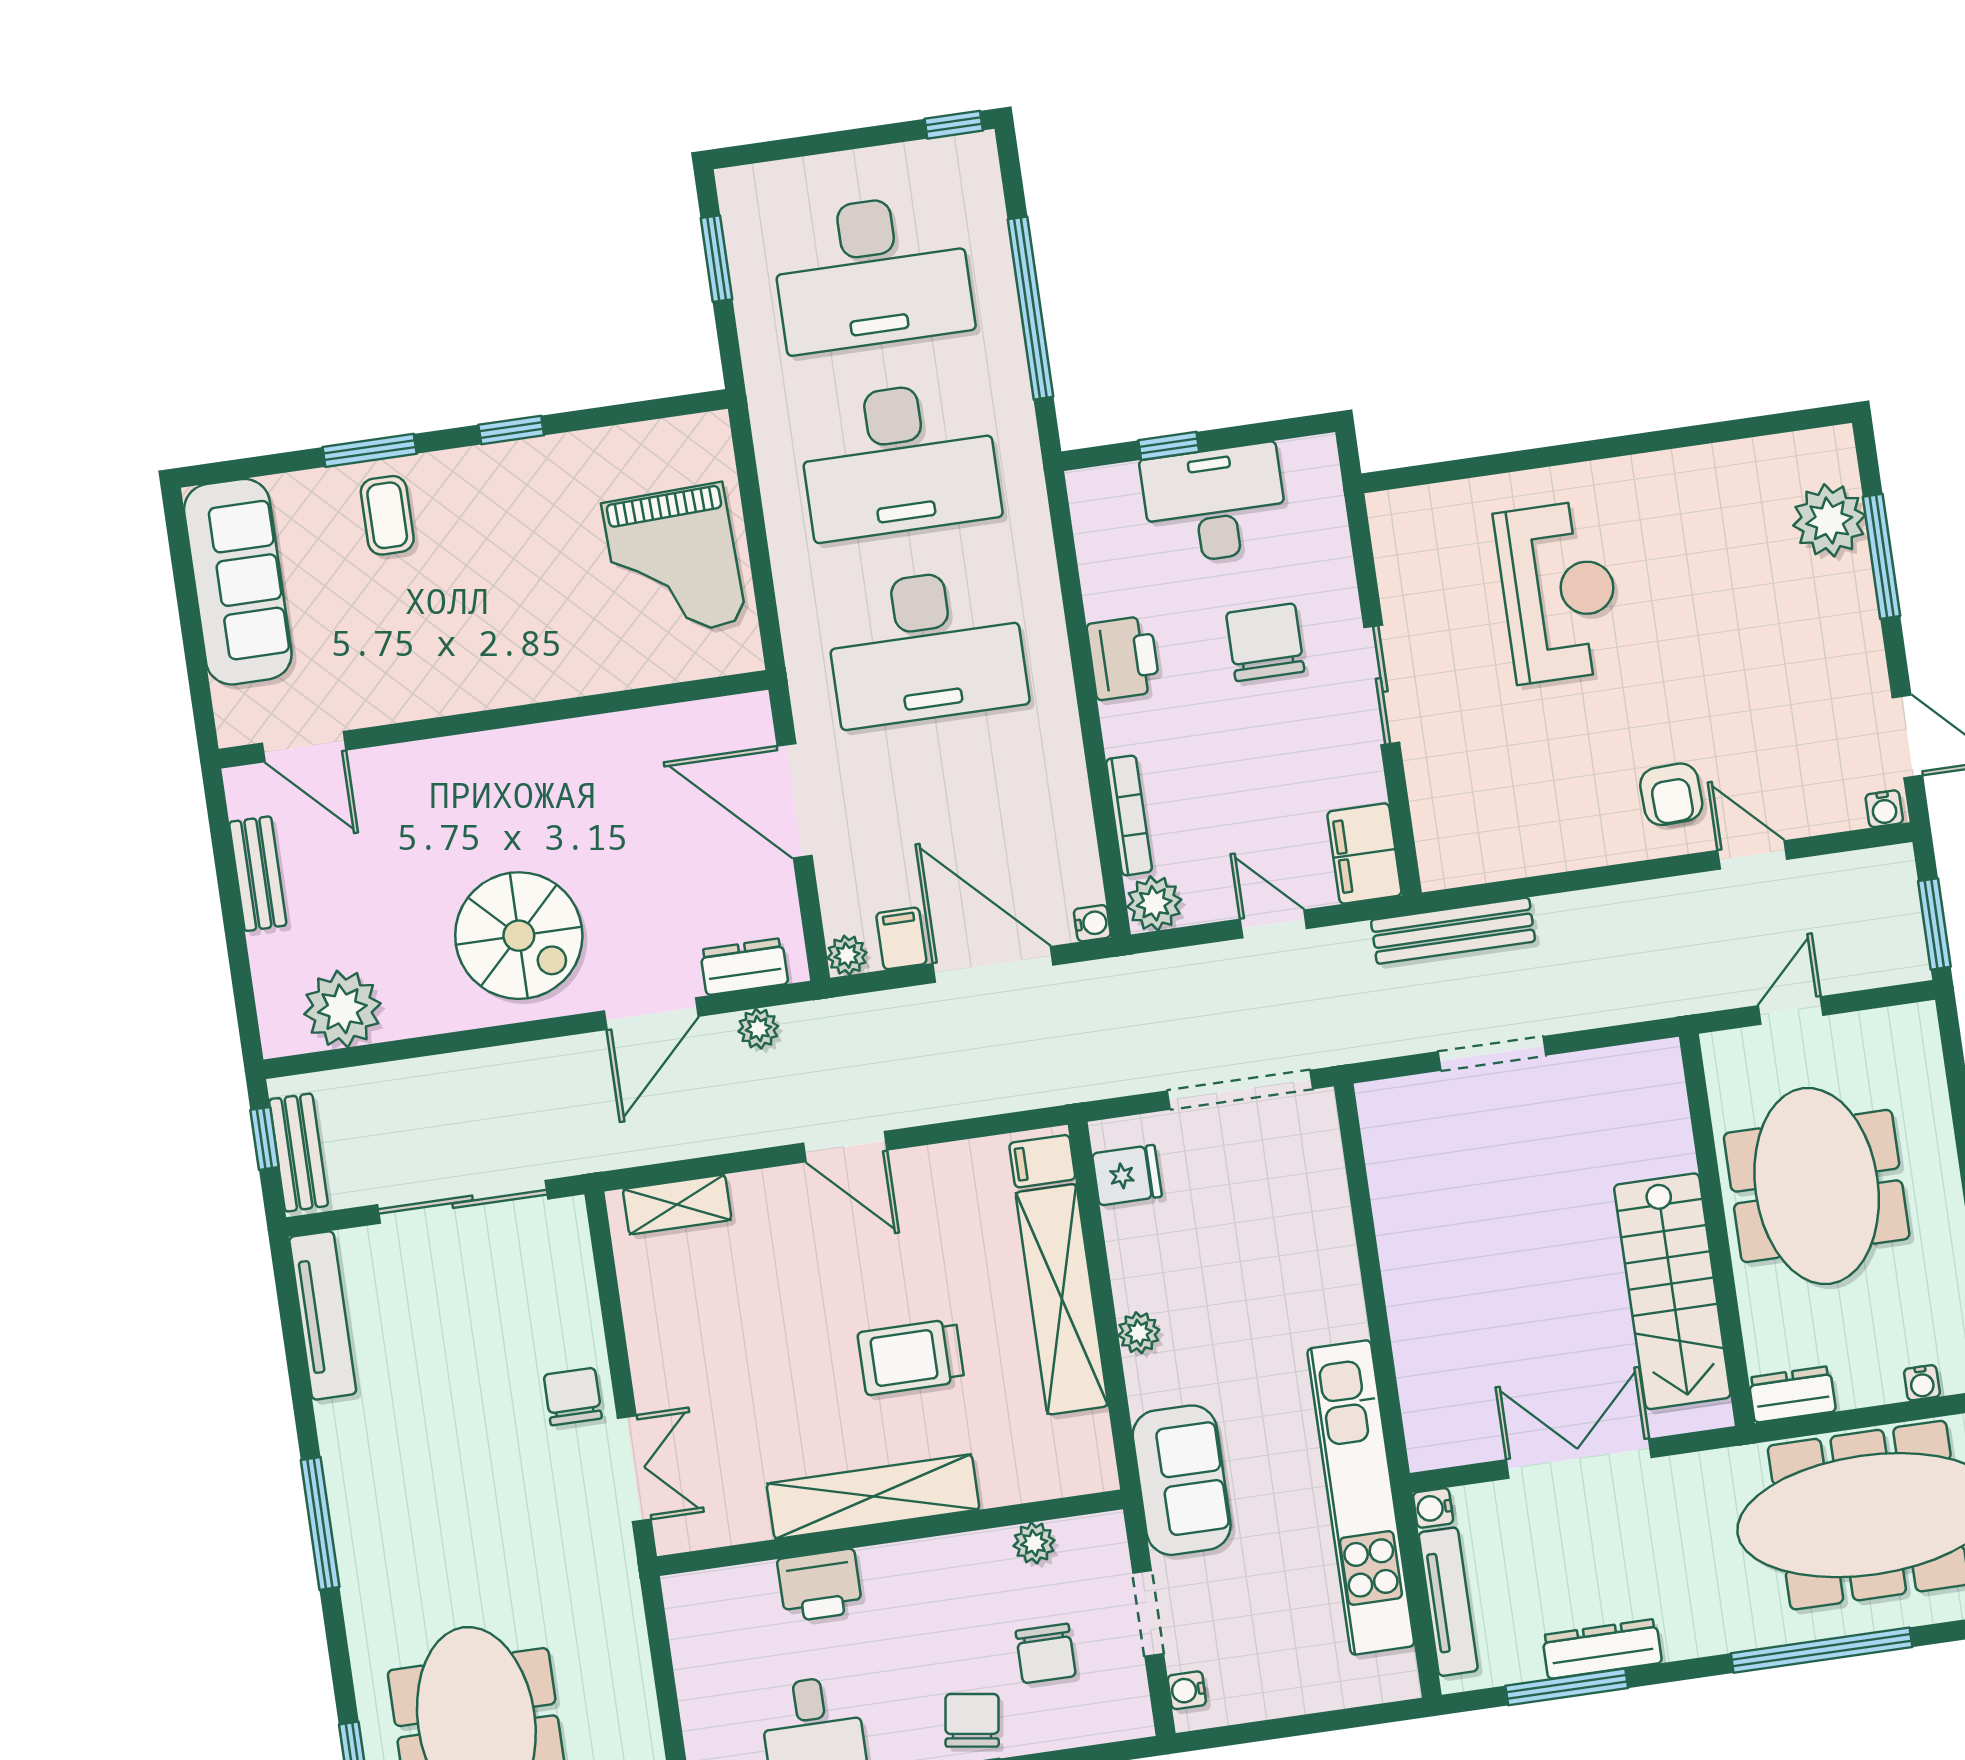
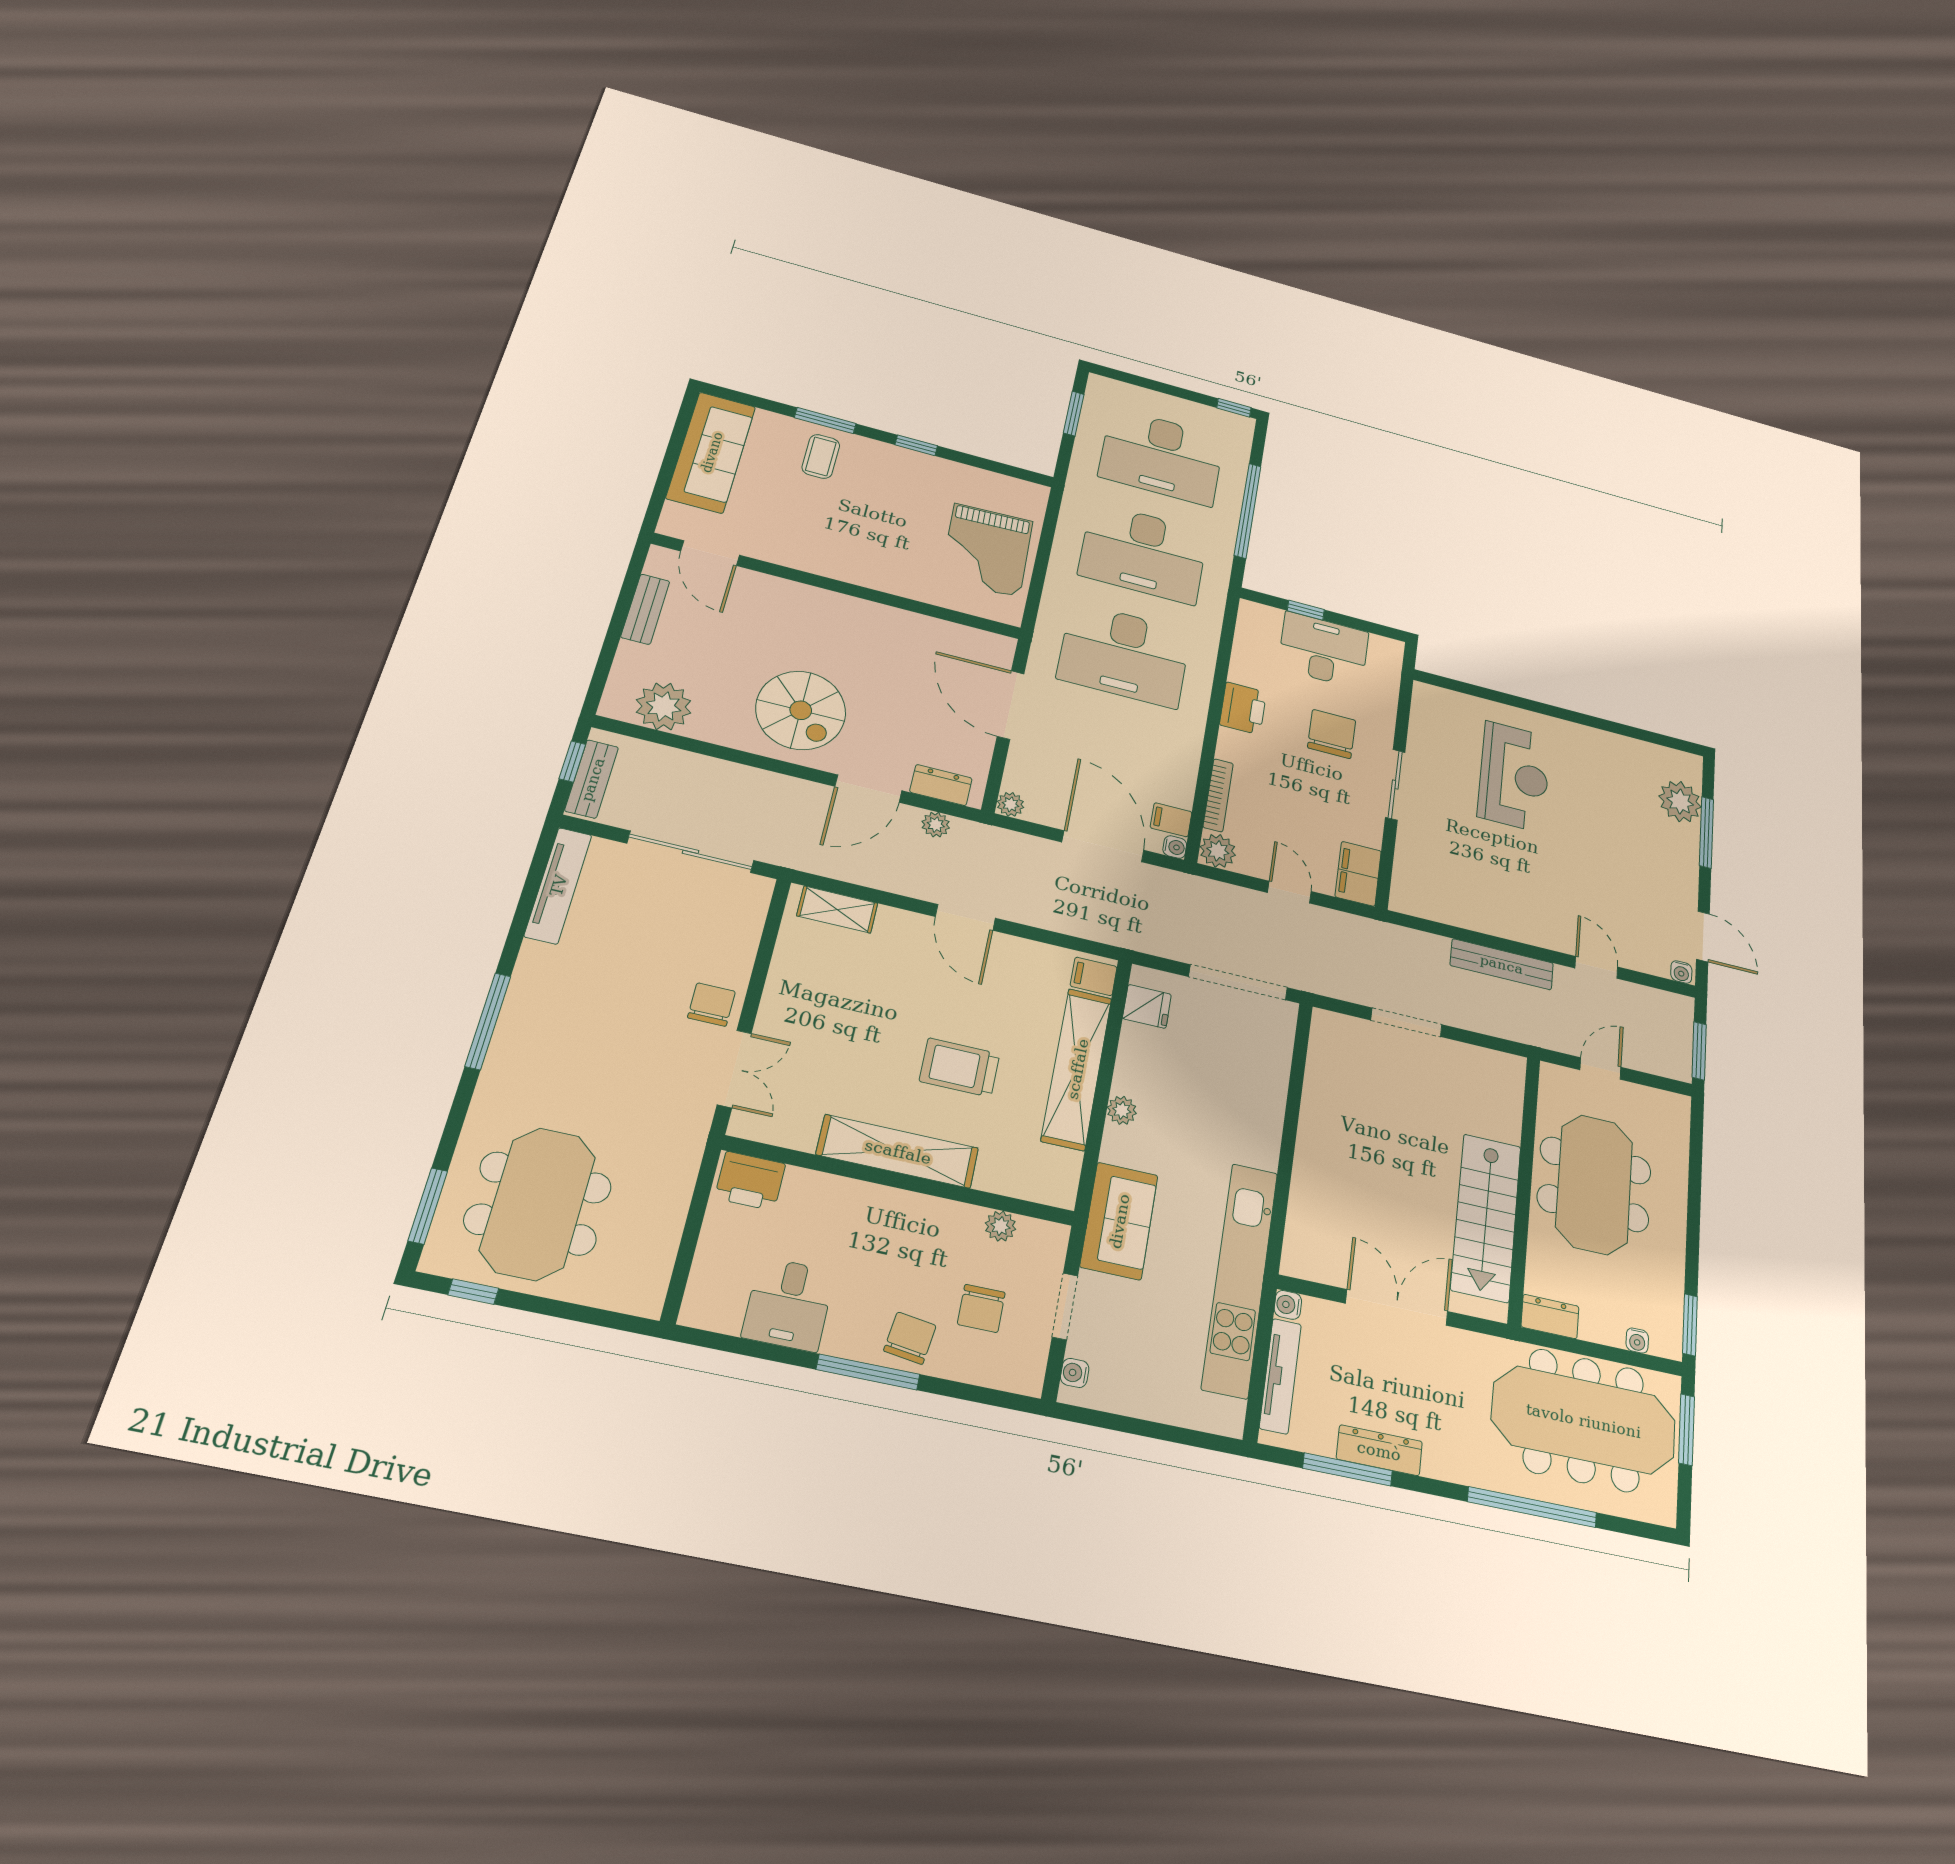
armchair: (1671, 794) -> (1555, 914), removed
bench: (1453, 931) -> (1502, 964), moved
filing cabinet: (901, 938) -> (1171, 820), moved, turned -90
printer: (820, 1585) -> (750, 1181), moved

